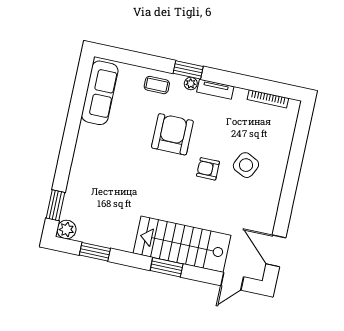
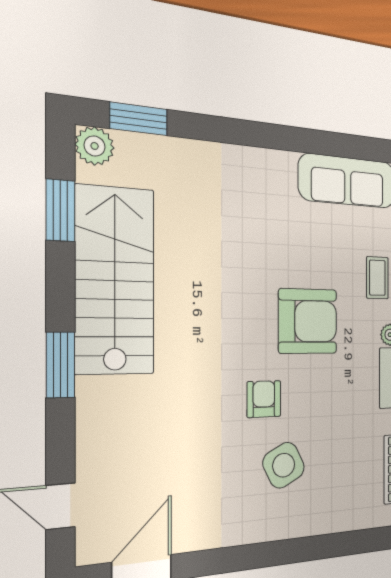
side table: (246, 165) -> (284, 465), turned 37
stairs: (182, 244) -> (115, 280), moved

